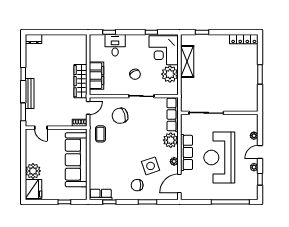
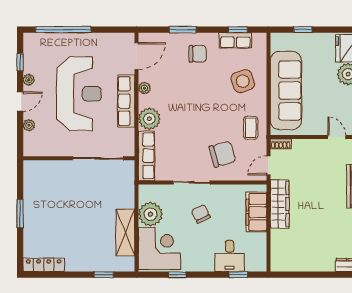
side table: (151, 166) -> (243, 81), moved
row of seats: (101, 194) -> (235, 40), moved

